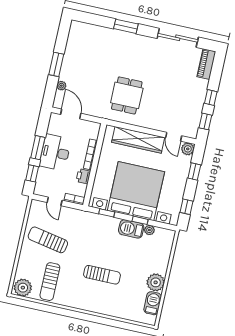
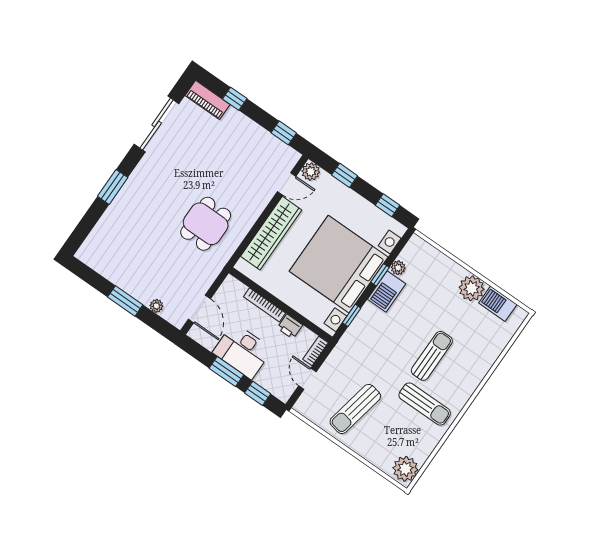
dining table: (127, 95) -> (206, 224), turned 90
window: (211, 98) -> (235, 99), moved
door: (71, 114) -> (199, 309), swing flipped
door: (55, 201) -> (307, 379), swing flipped
sun lounger: (50, 282) -> (425, 404), moved

